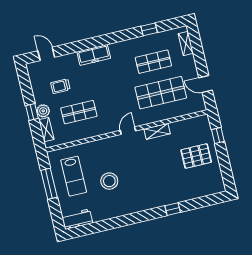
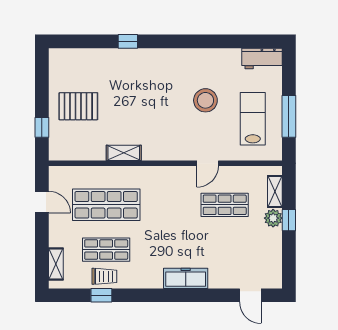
trolley: (60, 86) -> (104, 276), moved
door: (128, 131) -> (208, 163), moved

